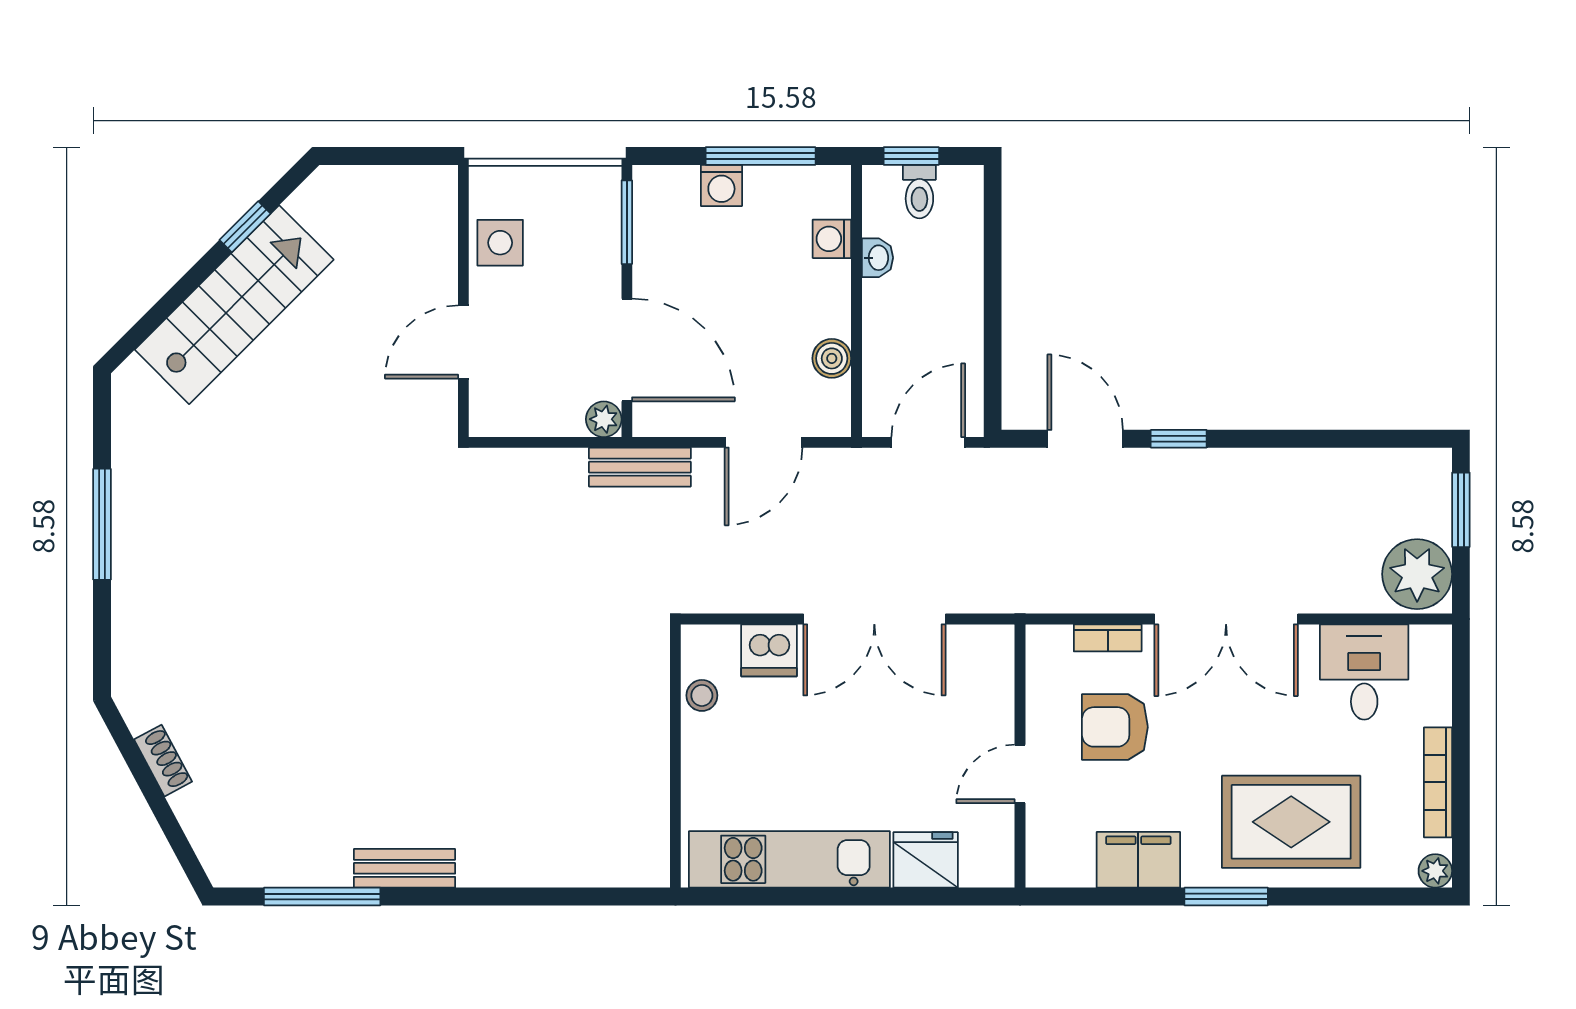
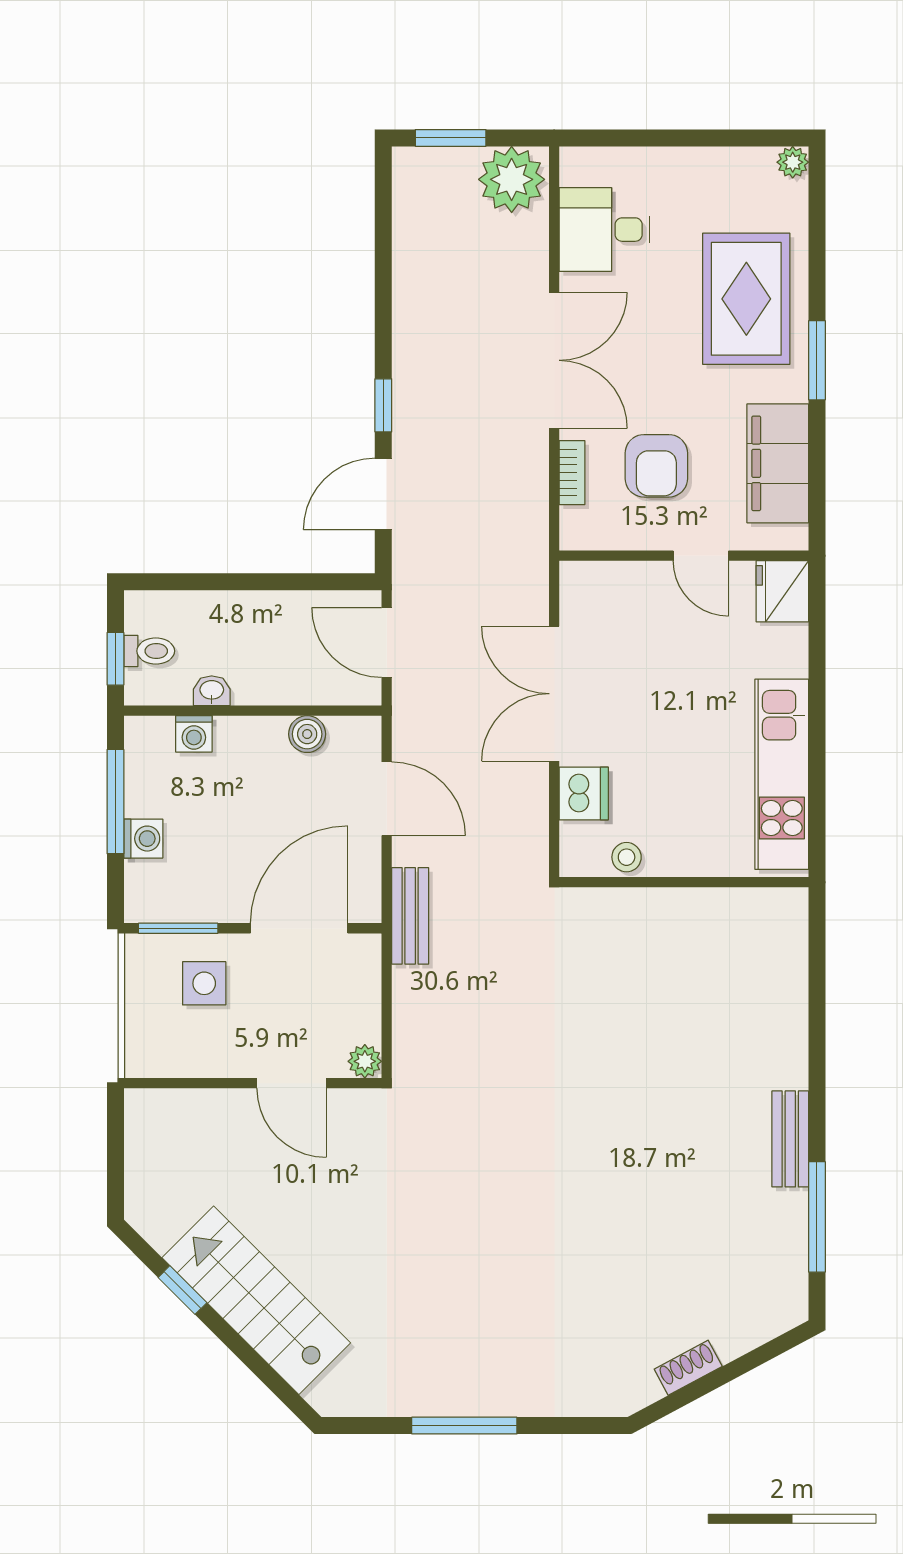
side table: (500, 243) -> (204, 983), moved
plant: (604, 419) -> (365, 1061), moved
double door: (874, 619) -> (554, 694), swing flipped
bookcase: (1438, 782) -> (709, 160), removed
fridge: (926, 860) -> (782, 591), moved
filing cabinet: (1138, 860) -> (778, 463), width x1.50, depth x1.17

